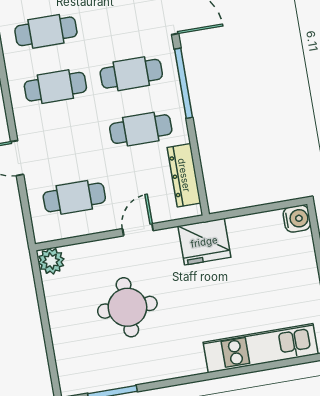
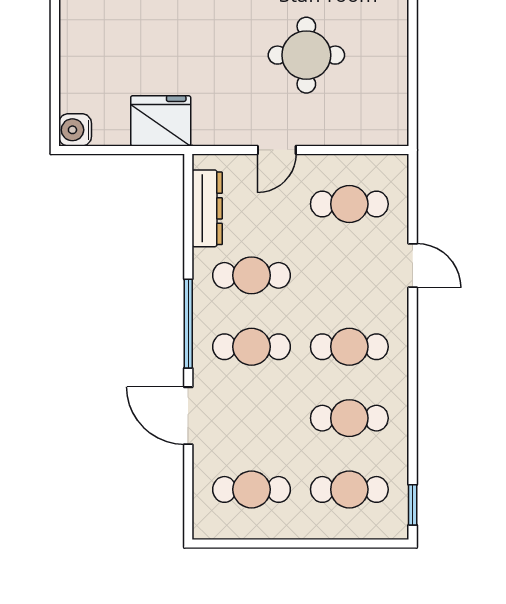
fridge: (204, 242) -> (161, 121), moved
plant: (51, 261) -> (392, 129), removed

